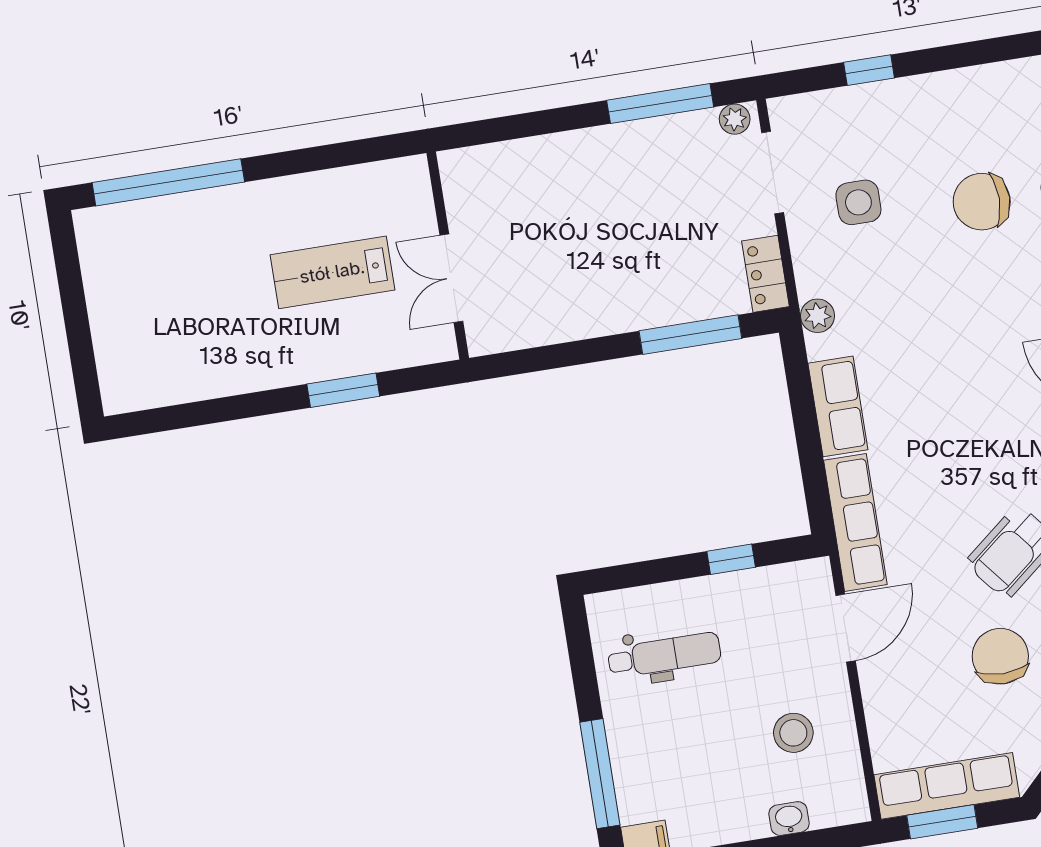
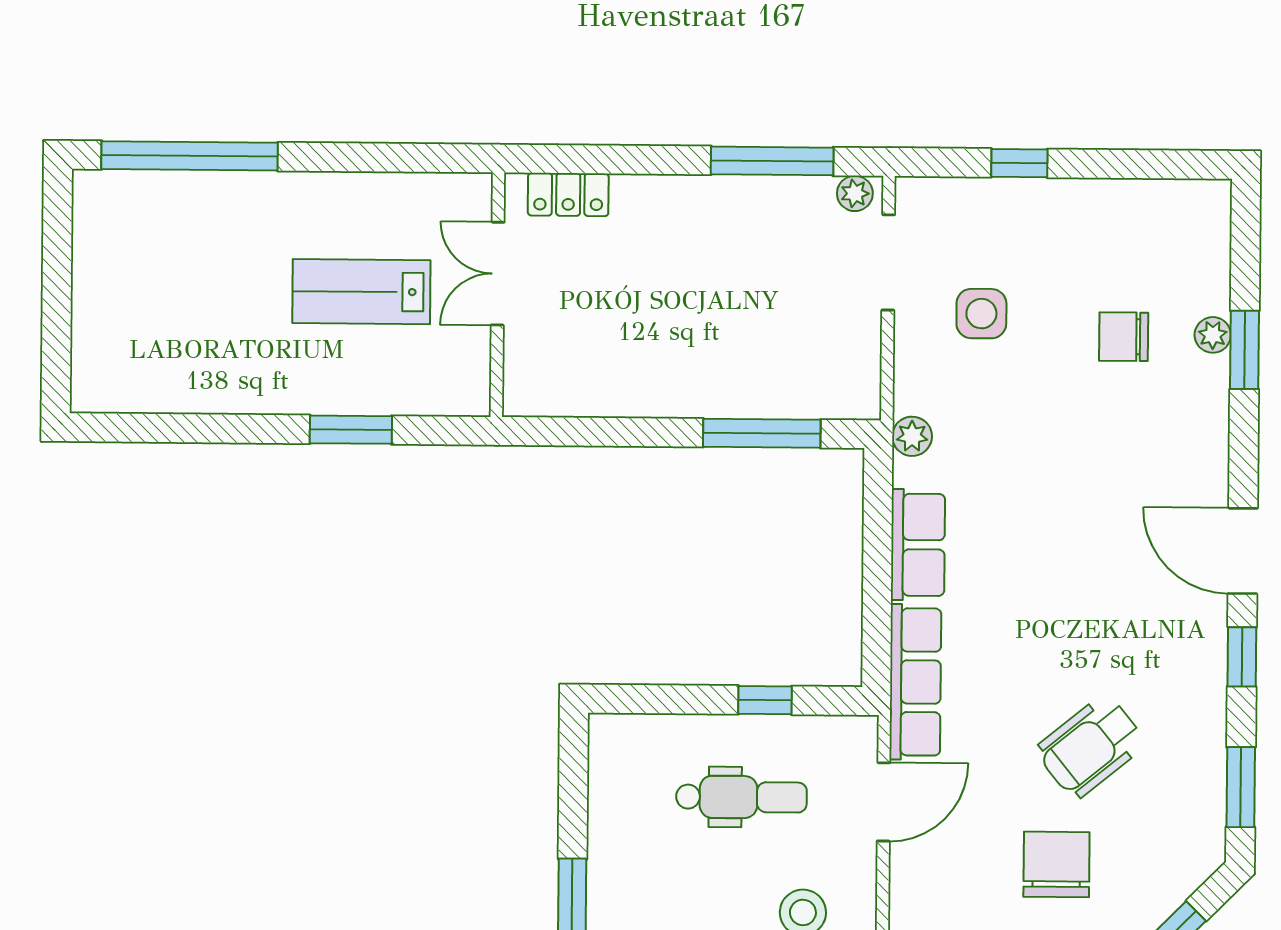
chair: (982, 202) -> (1124, 337), width x0.73, depth x0.73
locker: (765, 274) -> (568, 195), moved, turned -90
double door: (451, 278) -> (498, 274), moved
dental chair: (664, 655) -> (741, 797), moved

